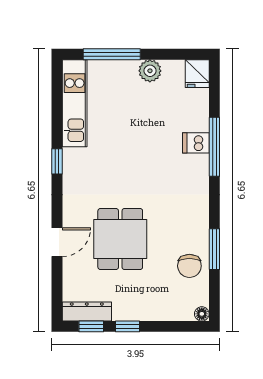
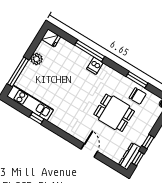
dishwasher: (196, 143) -> (95, 66), moved
window: (57, 161) -> (37, 118), moved
dining table: (120, 239) -> (114, 113), moved

